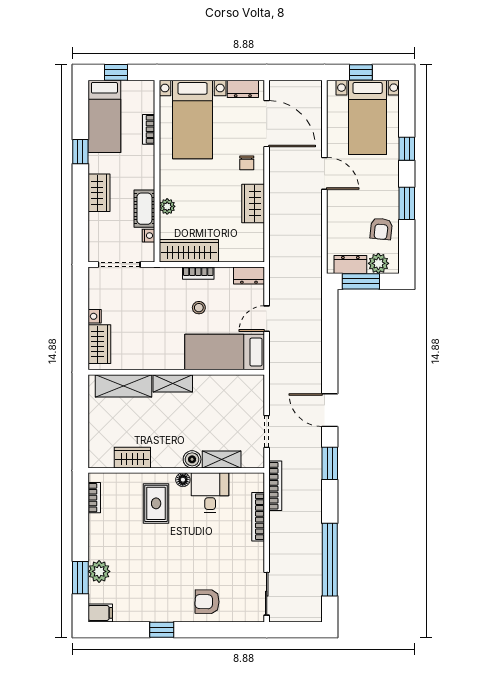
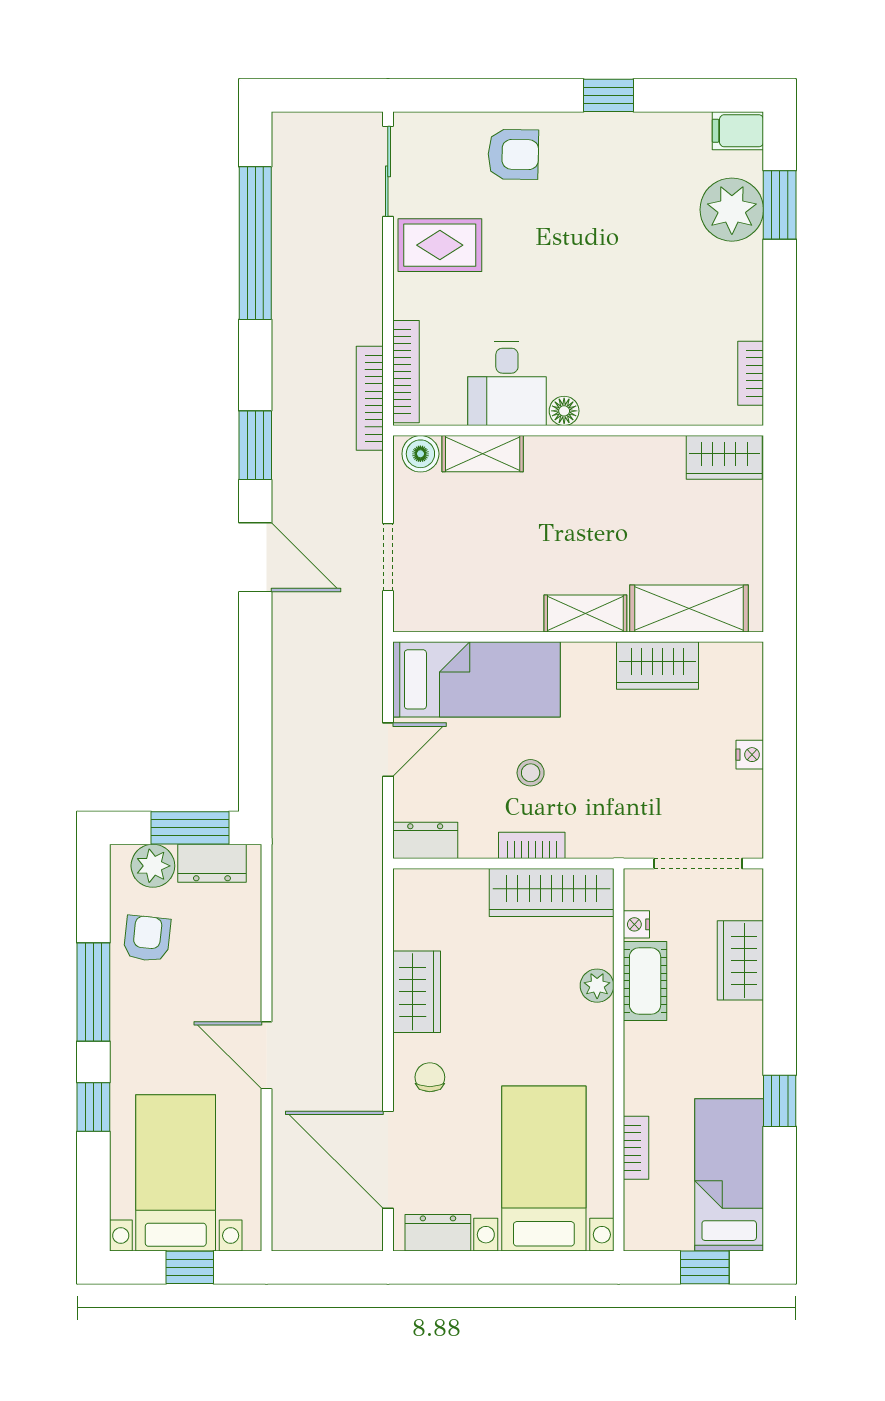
wardrobe: (99, 193) -> (740, 960), moved
window: (407, 203) -> (93, 992), width x1.44
wardrobe: (99, 344) -> (658, 666), moved, turned -90
doorway: (267, 431) -> (388, 557), moved
wardrobe: (132, 458) -> (724, 457), moved
boiler: (192, 459) -> (420, 454), moved
rug: (156, 503) -> (440, 245), moved, turned 90
bookcase: (258, 517) -> (406, 372), moved
plant: (99, 571) -> (732, 210), width x1.36, depth x1.36

